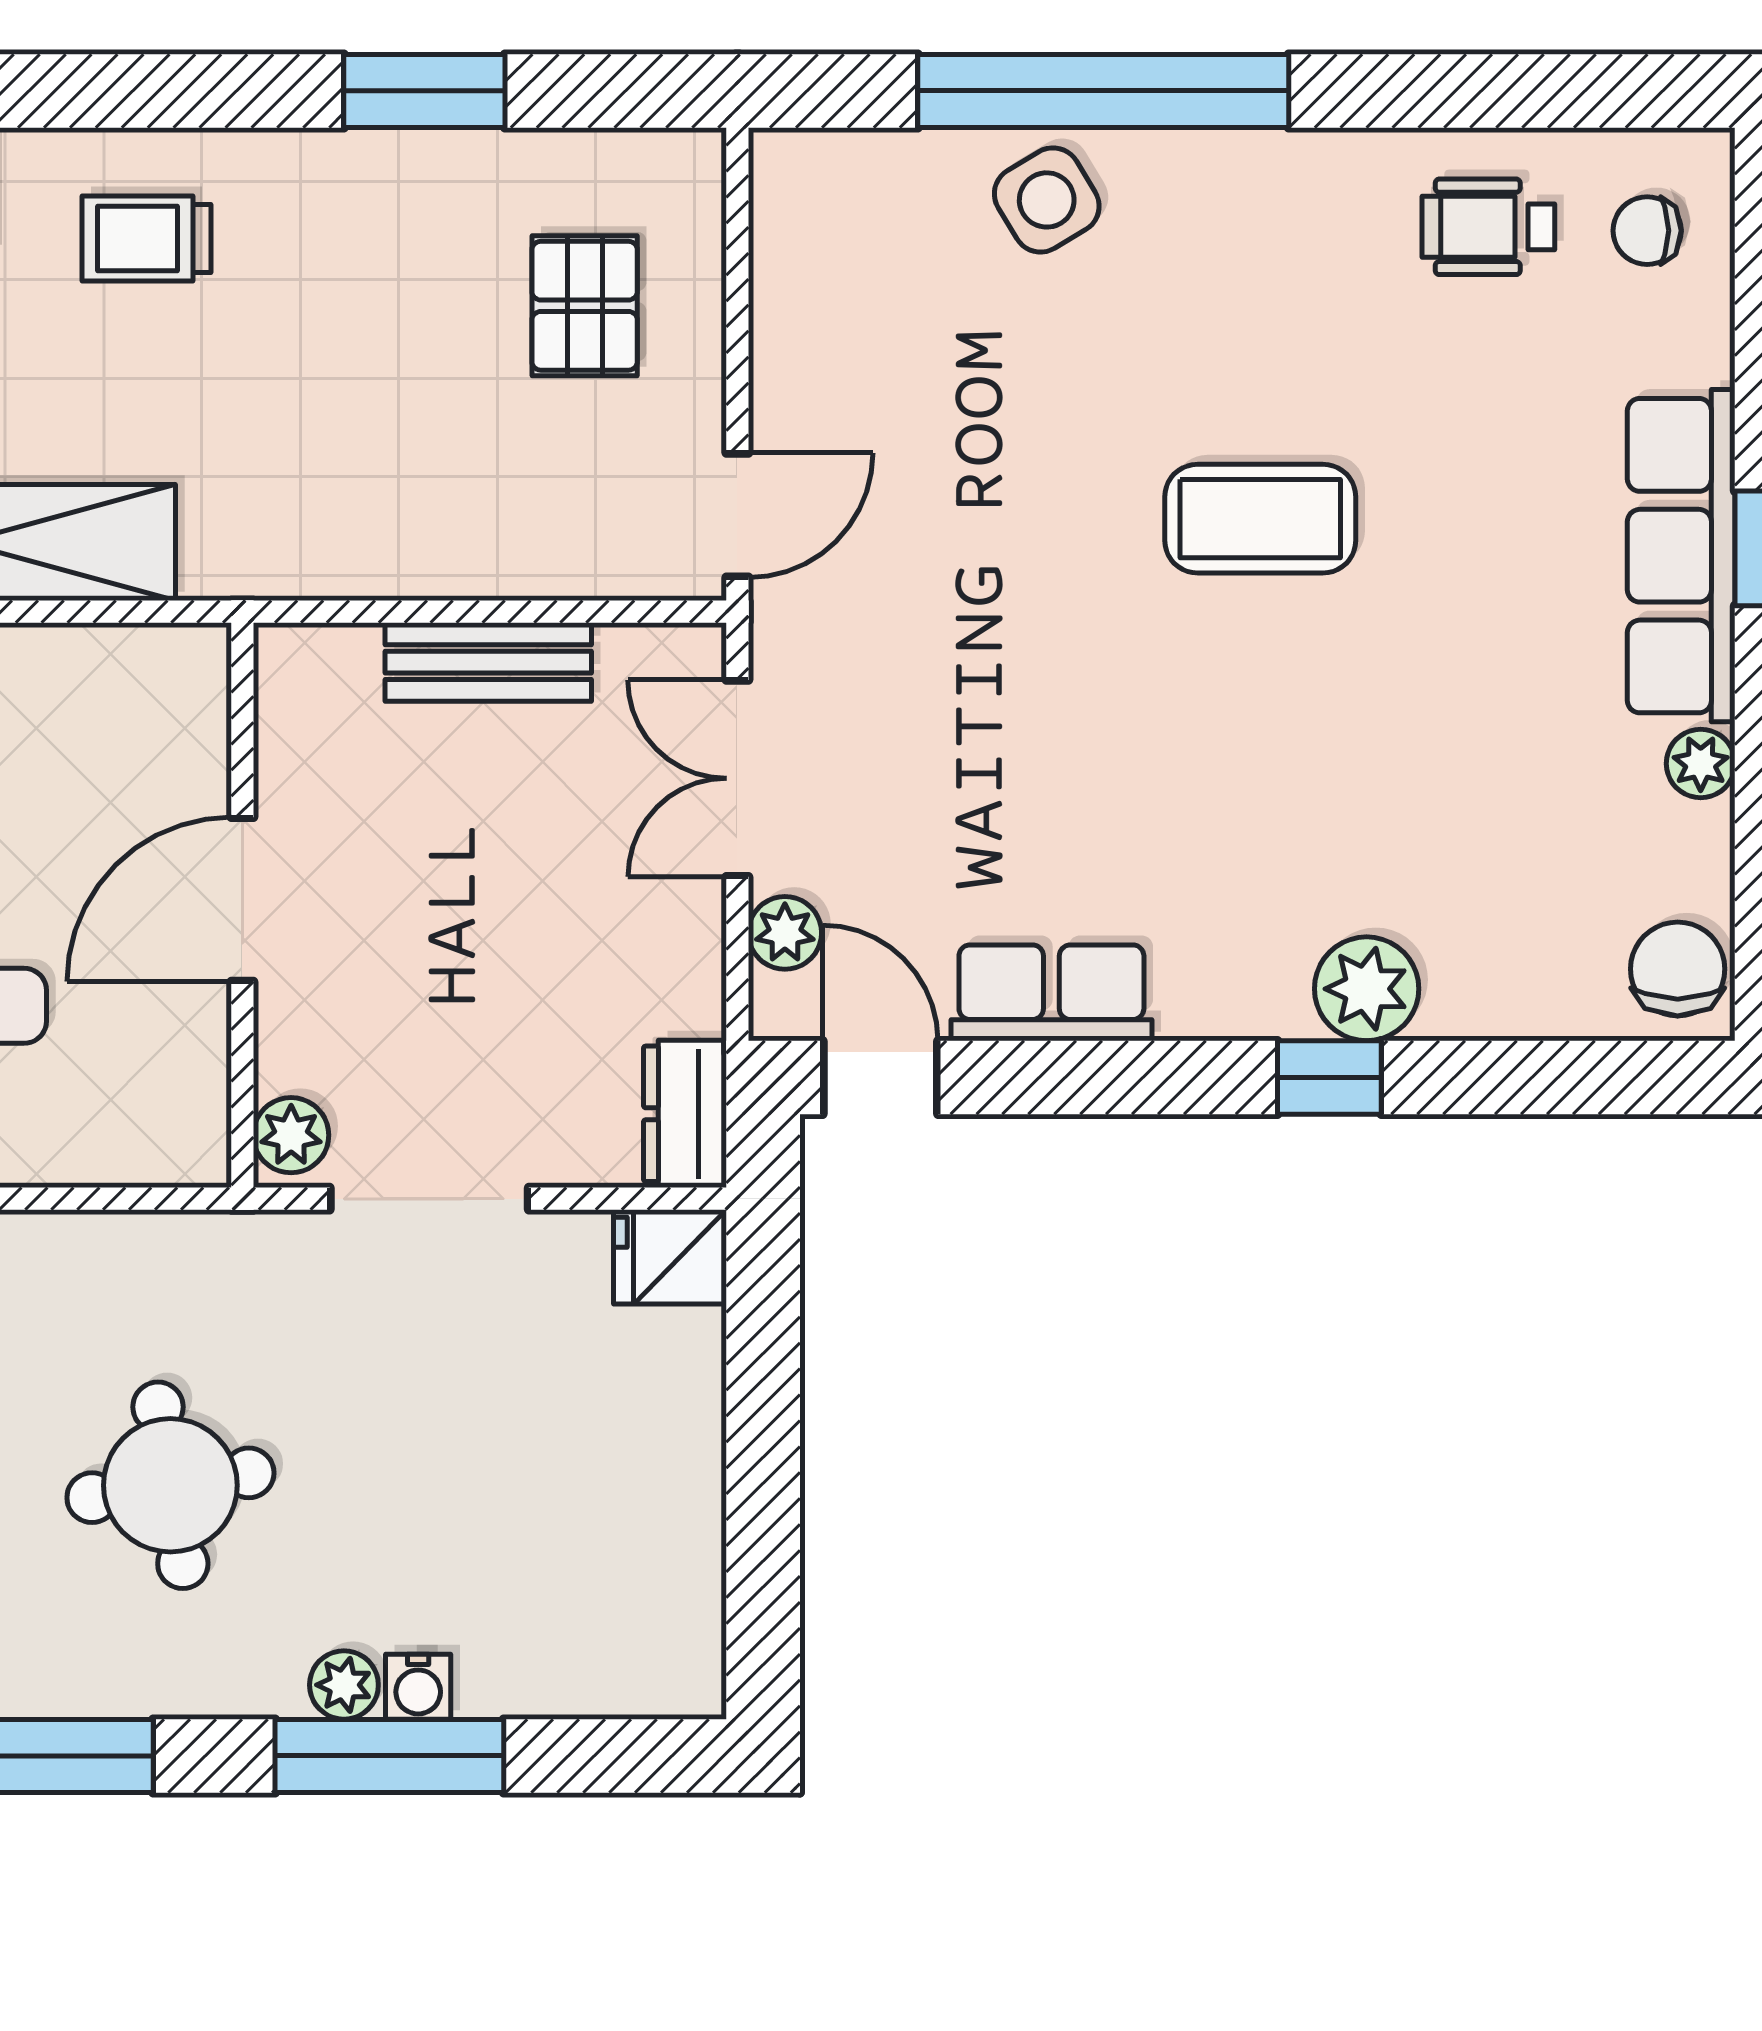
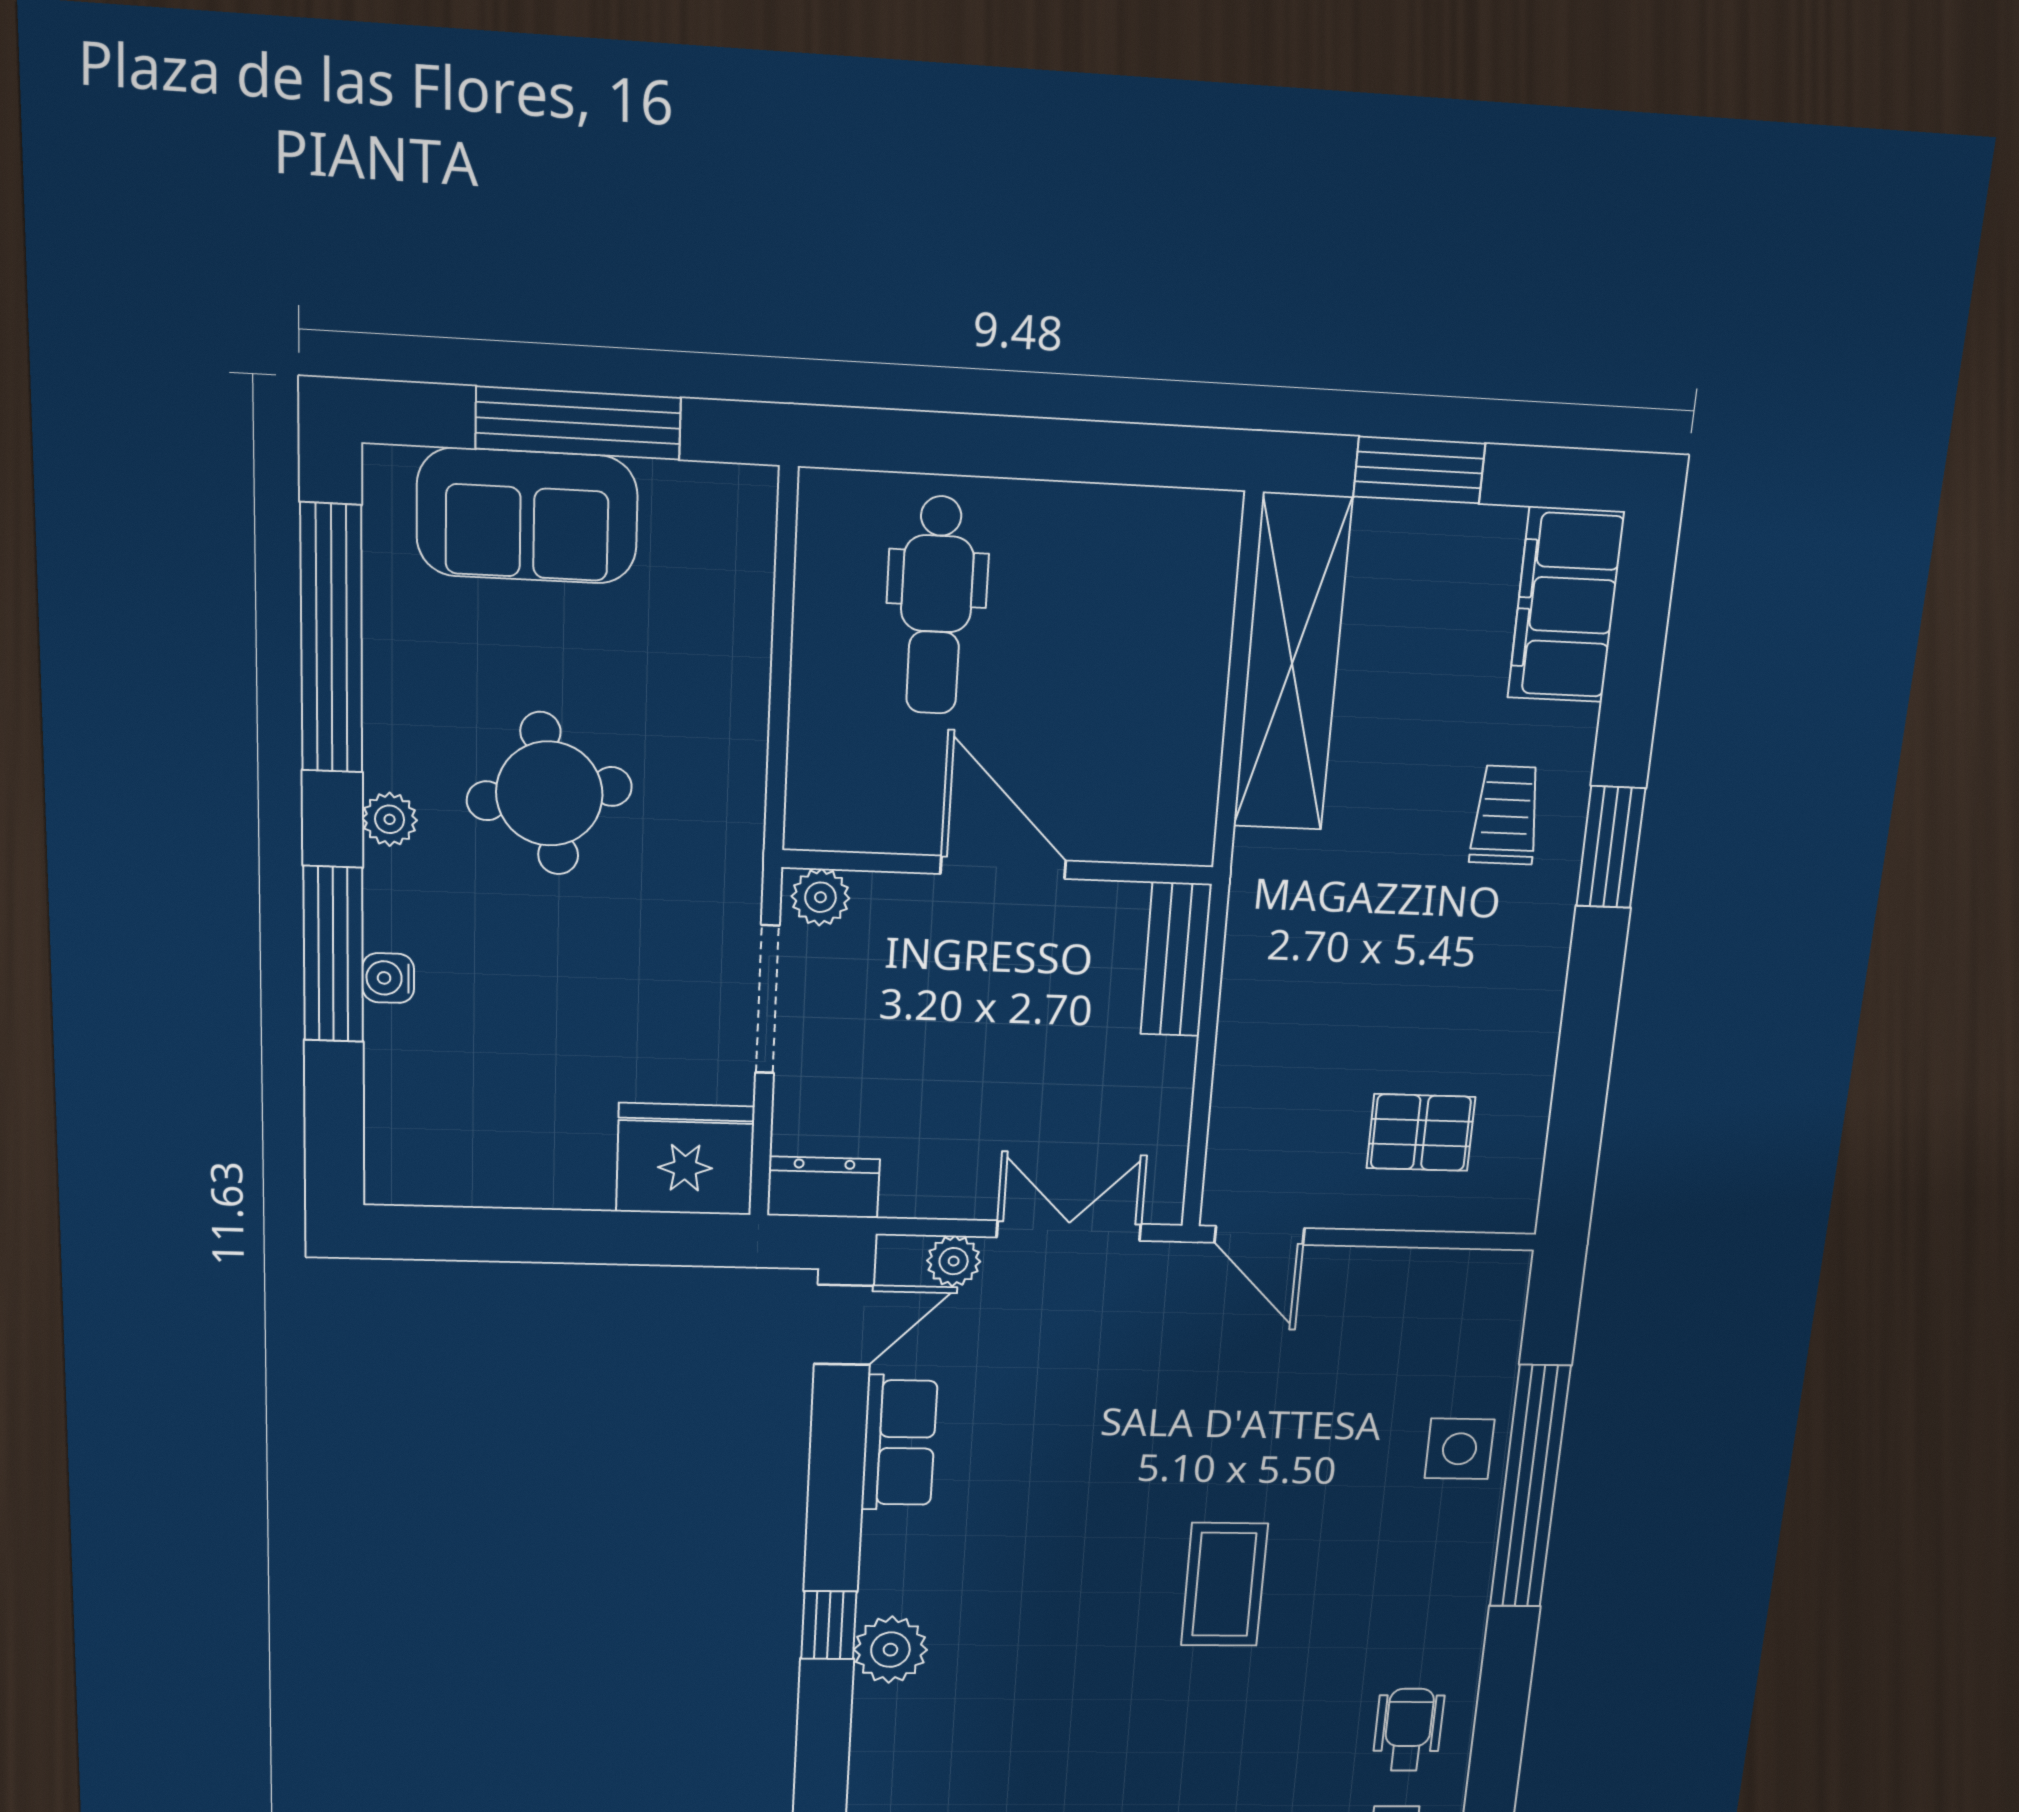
window: (424, 91) -> (1611, 847), moved
side table: (1047, 200) -> (1460, 1449), turned 31
bench: (488, 662) -> (1176, 959), moved
fridge: (670, 1257) -> (685, 1159), width x1.88, depth x1.34
plant: (344, 1685) -> (390, 819), moved

